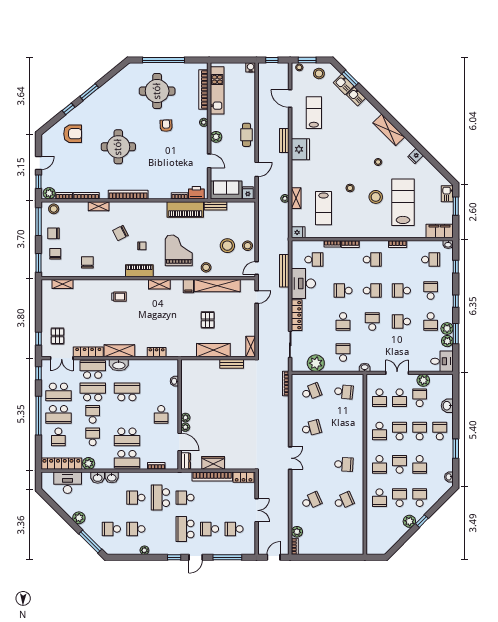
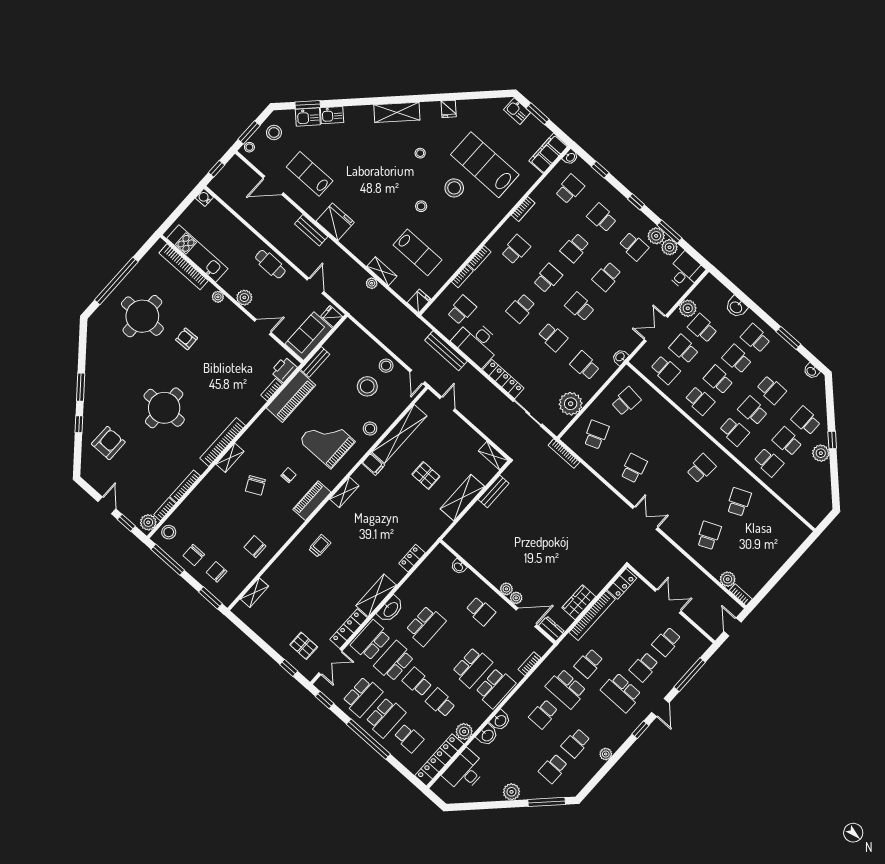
shelving: (99, 206) -> (230, 458), moved
school desk: (127, 392) -> (426, 626), turned 180
school desk: (400, 398) -> (684, 349), turned 180

